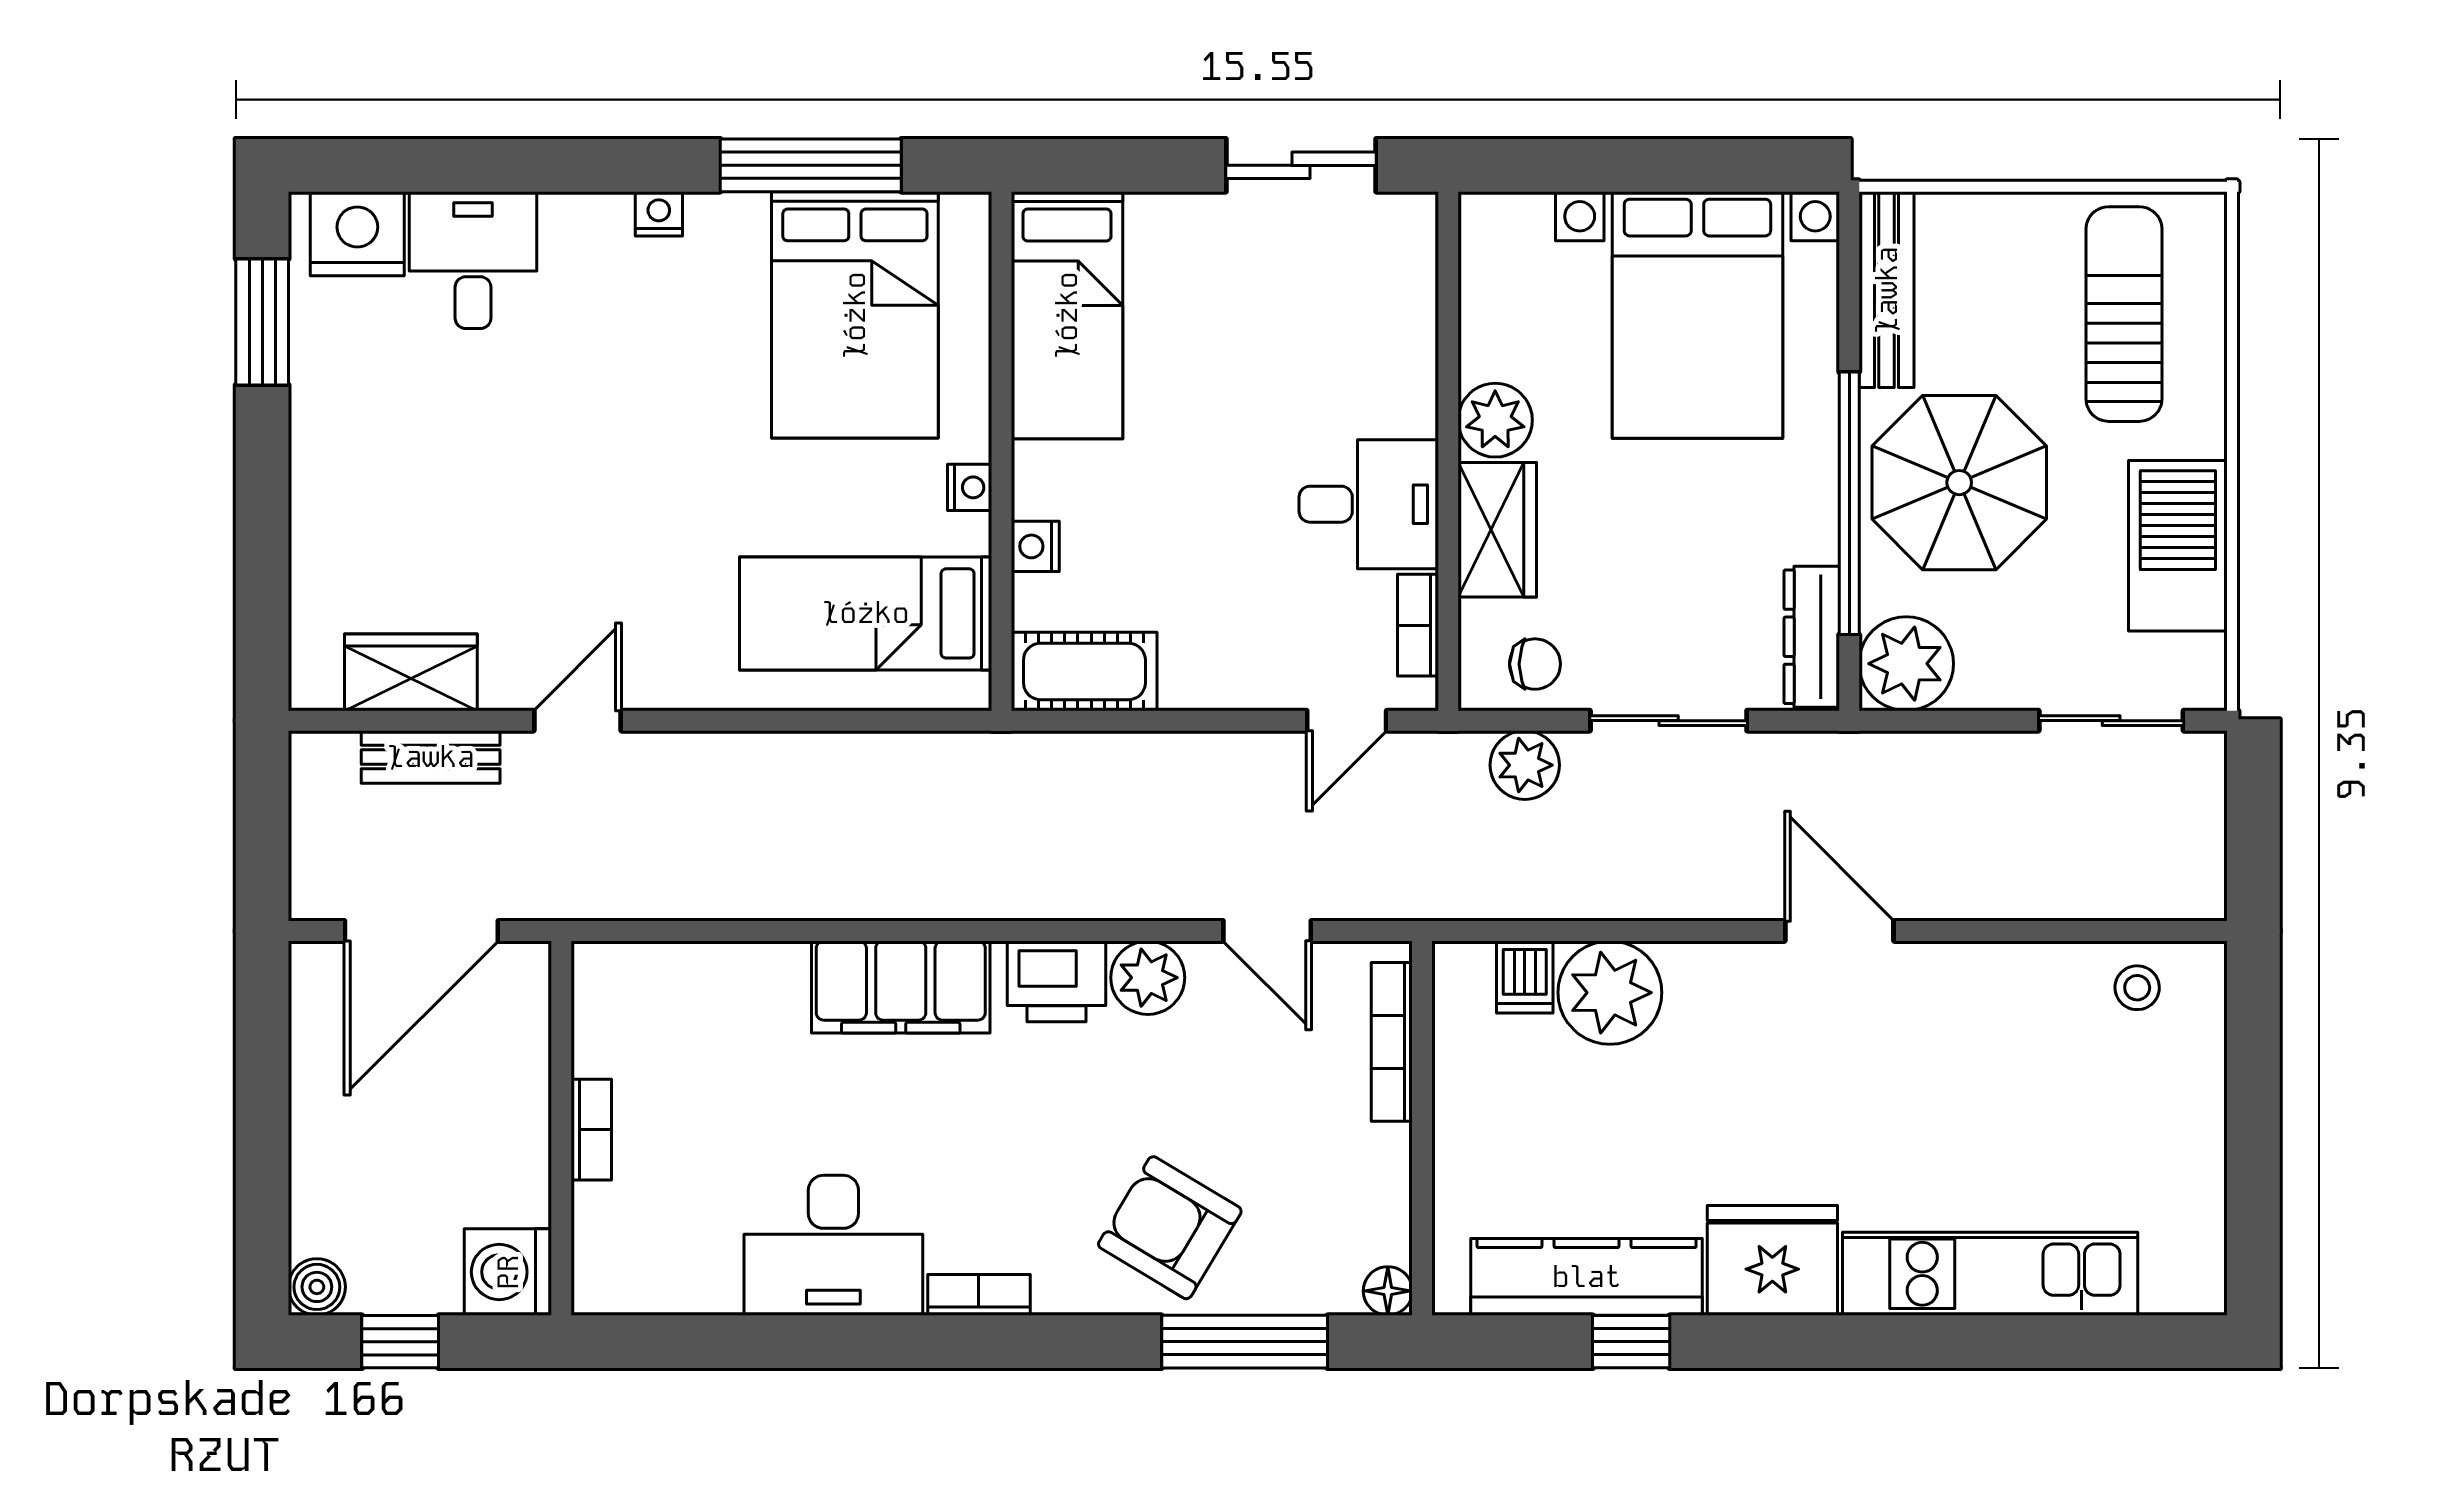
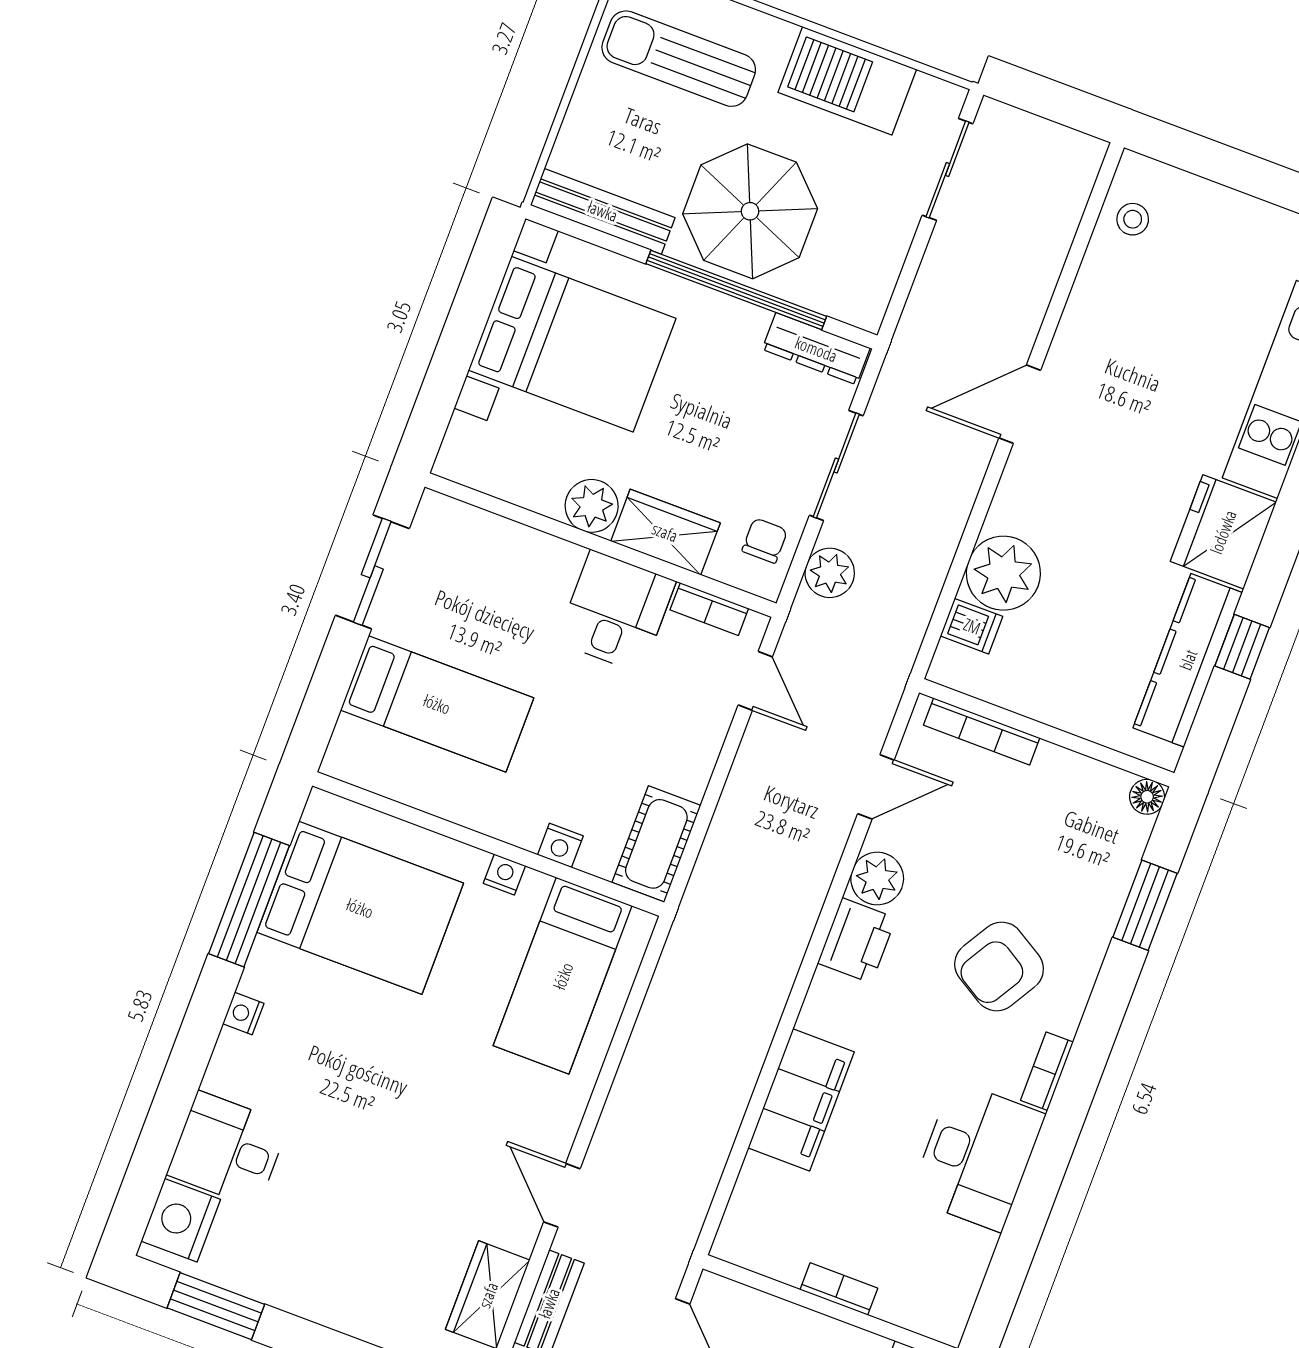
bed: (1067, 315) -> (437, 704), moved
plant: (1906, 664) -> (858, 292), removed
filing cabinet: (901, 987) -> (801, 1100), moved
armchair: (1170, 1228) -> (999, 966), moved
window: (1245, 1342) -> (1145, 905), width x0.69

